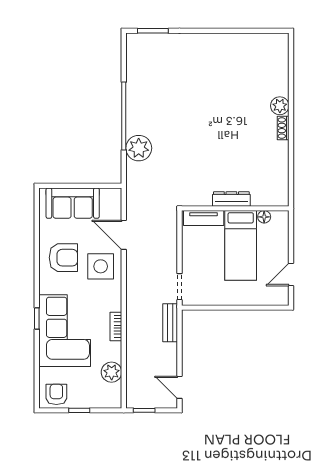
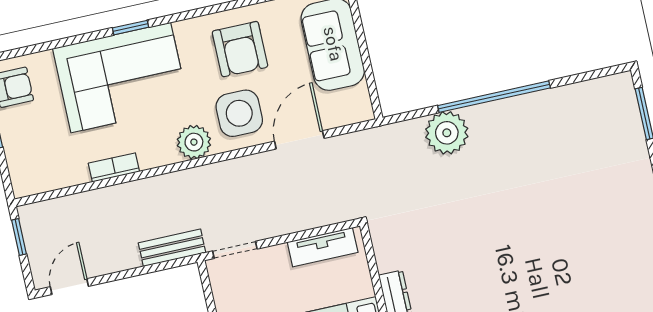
tv unit: (204, 218) -> (323, 247), moved, turned -90
bookcase: (116, 327) -> (114, 167), moved
plant: (112, 372) -> (194, 142), moved

